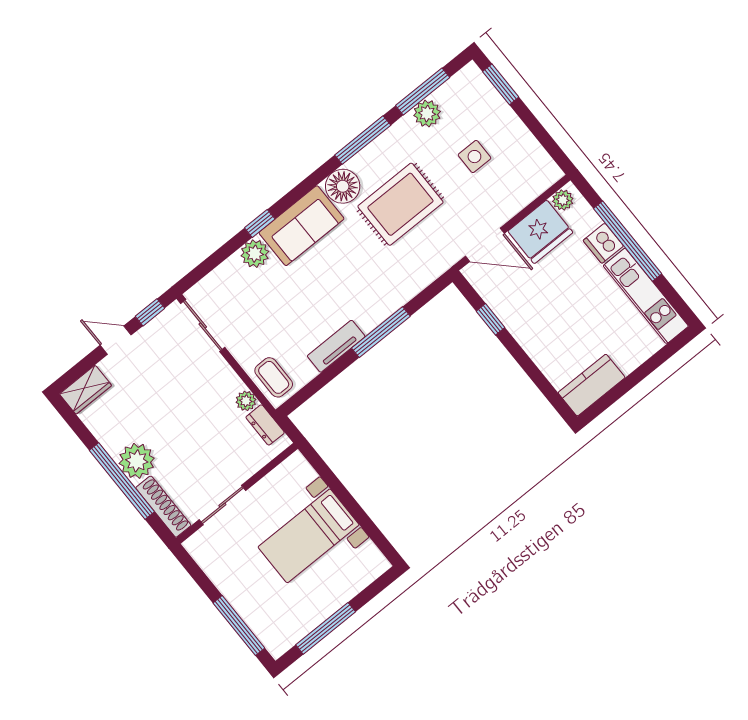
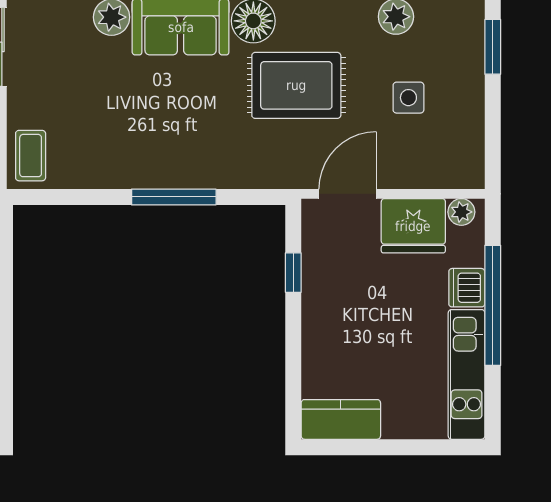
door: (485, 245) -> (348, 194), swing flipped
tv unit: (336, 346) -> (118, 175), removed

